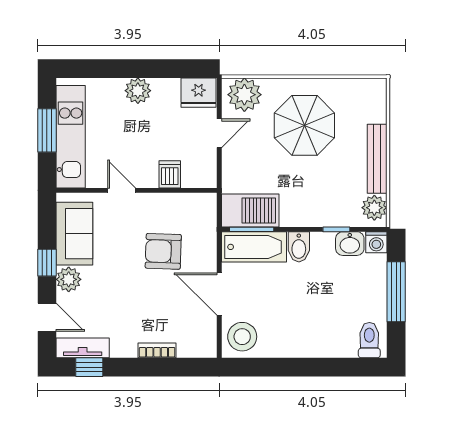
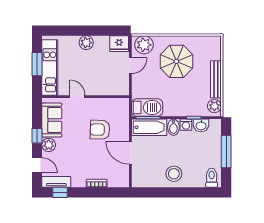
dishwasher: (170, 174) -> (104, 88), removed
washing machine: (376, 242) -> (186, 125), moved
stool: (242, 337) -> (174, 174), moved

